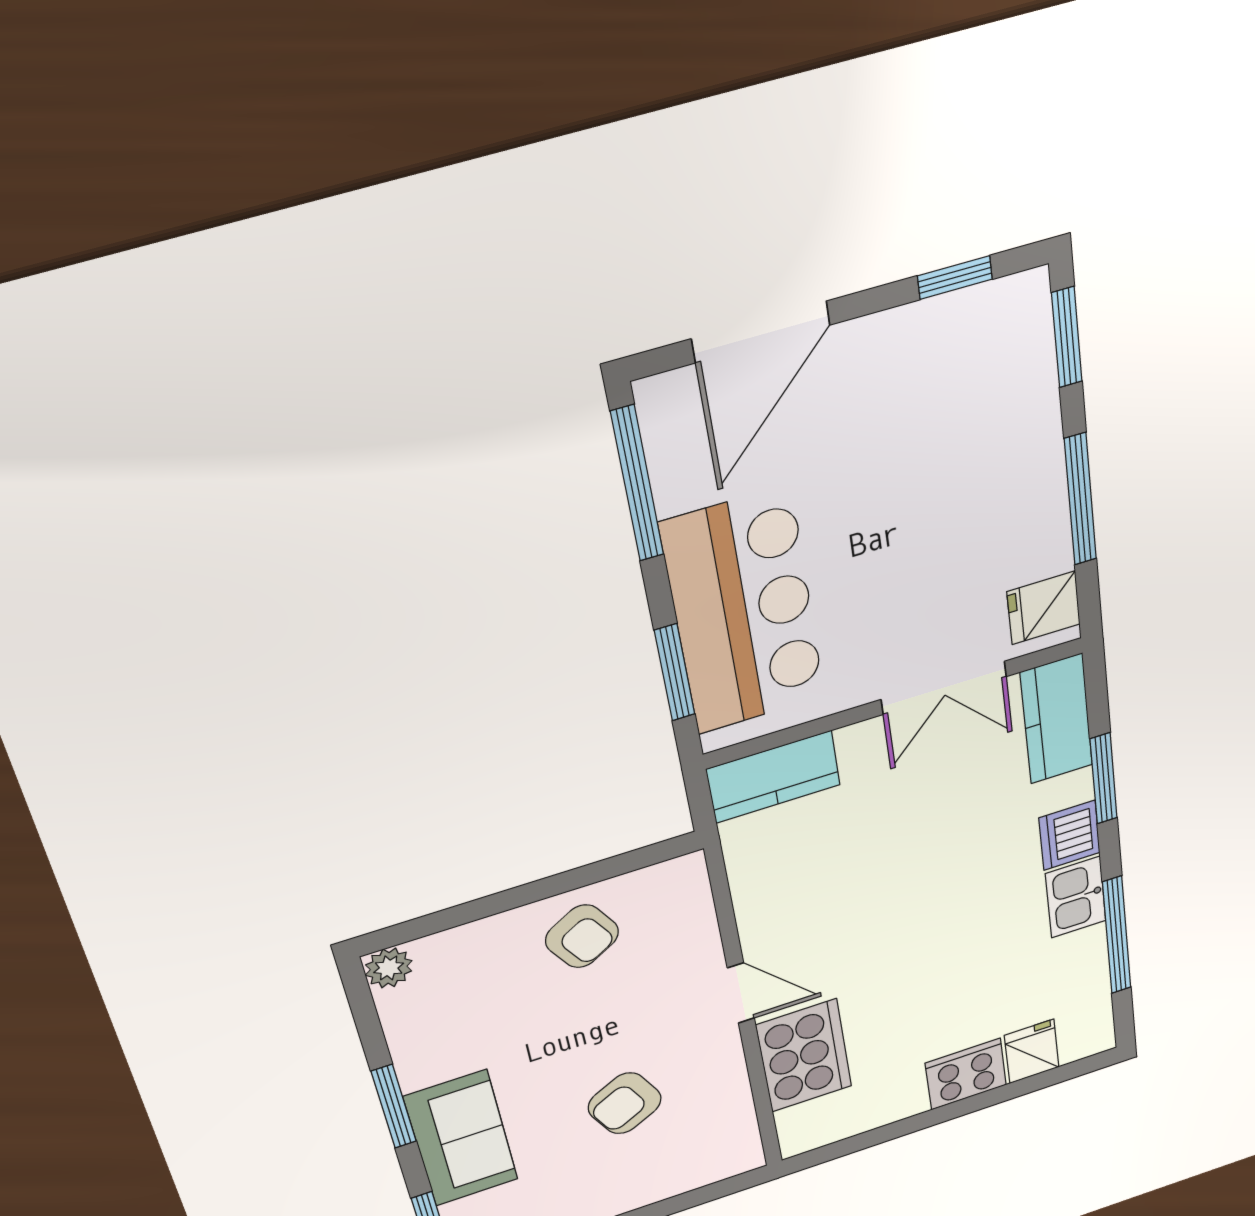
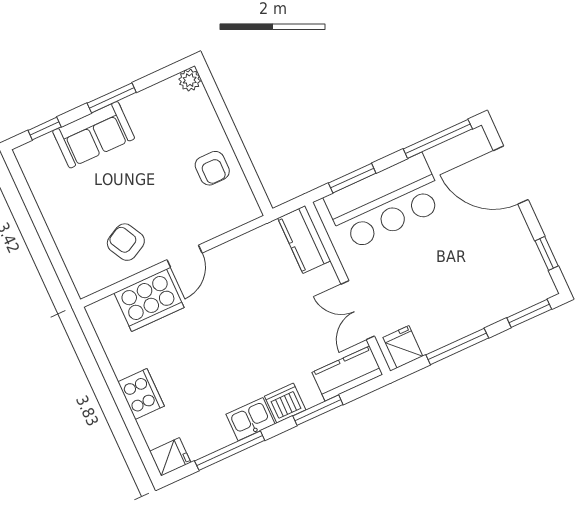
armchair: (582, 936) -> (212, 168), turned -59
fridge: (1032, 1051) -> (170, 457), moved
armchair: (625, 1103) -> (126, 242), moved

